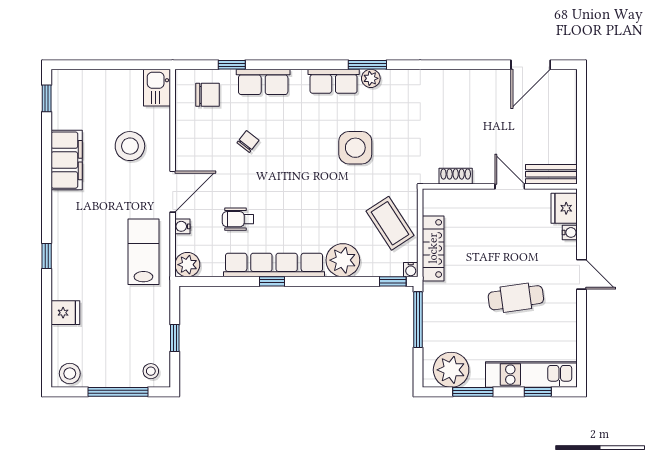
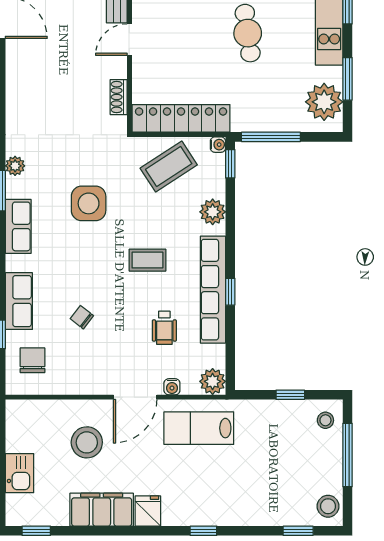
plant: (371, 78) -> (15, 166), moved
kitchen sink: (157, 88) -> (19, 473), moved, turned -90
door: (173, 192) -> (135, 397), swing flipped
coffee table: (302, 203) -> (147, 260), added
locker: (433, 248) -> (181, 118), width x1.41, depth x1.21
plant: (343, 260) -> (213, 212), width x0.73, depth x0.73
fridge: (65, 313) -> (148, 511), moved
window: (47, 345) -> (298, 531), added

